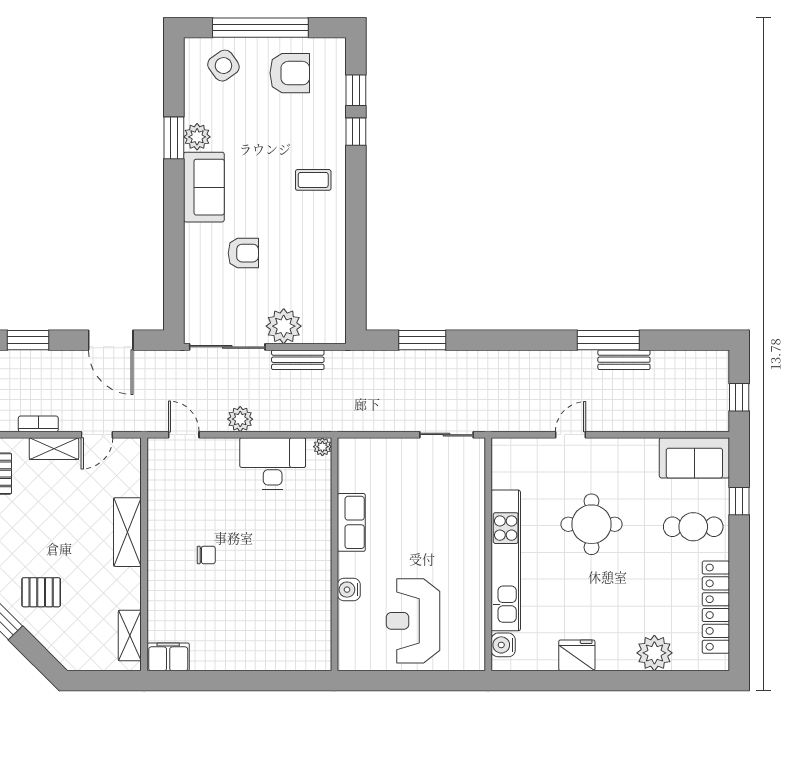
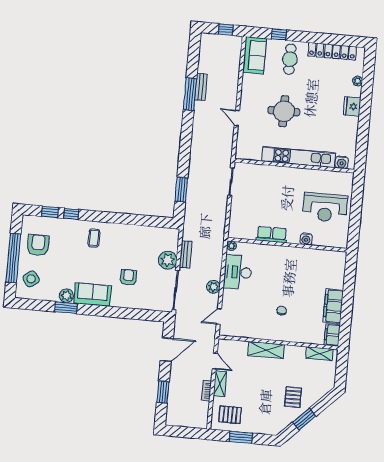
plant: (654, 653) -> (358, 81), width x0.53, depth x0.53
filing cabinet: (224, 654) -> (333, 306), added
fridge: (577, 655) -> (352, 106), moved

